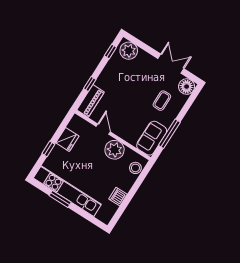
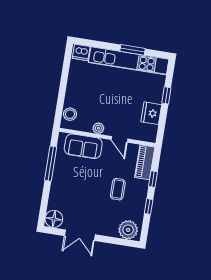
window: (110, 51) -> (149, 206), moved
coffee table: (162, 101) -> (118, 189), moved
sofa: (152, 138) -> (83, 146), moved, turned 90
plant: (115, 150) -> (98, 128), width x0.53, depth x0.53
dishwasher: (118, 197) -> (81, 52), moved, turned 90

